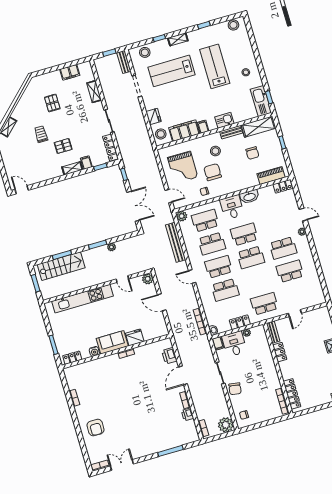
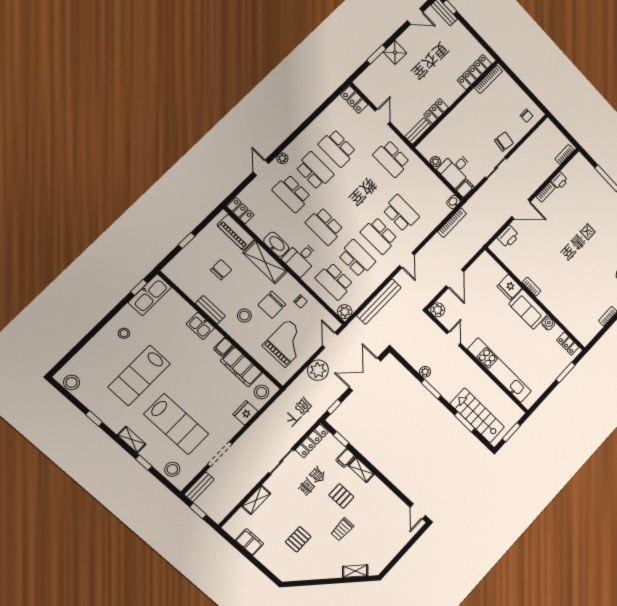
shelving: (258, 127) -> (265, 262), moved
school desk: (251, 257) -> (292, 194), moved, turned 180
door: (295, 313) -> (383, 117), hinge flipped
locker: (240, 322) -> (354, 100), moved
plant: (226, 425) -> (318, 370), moved

